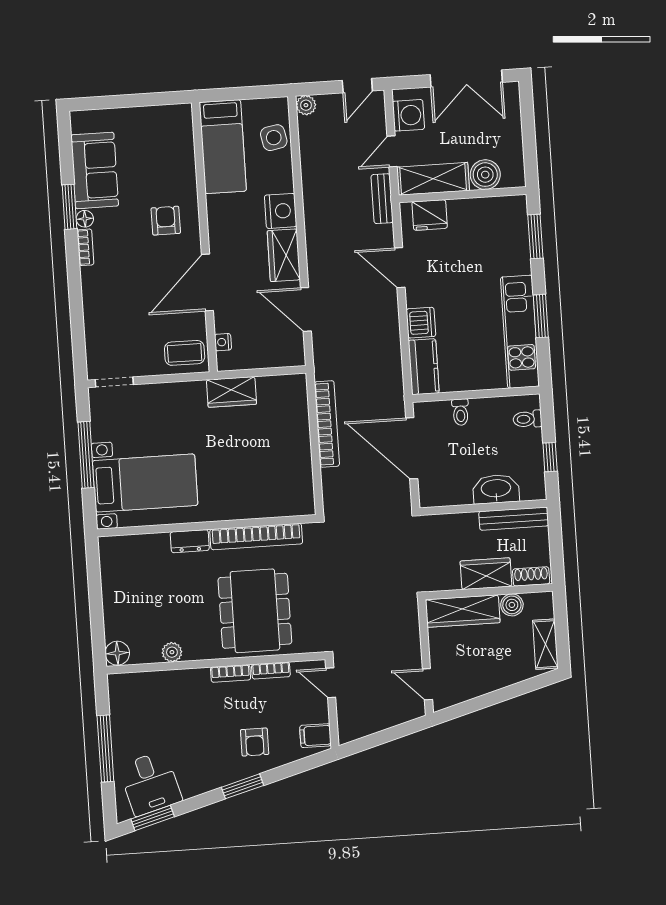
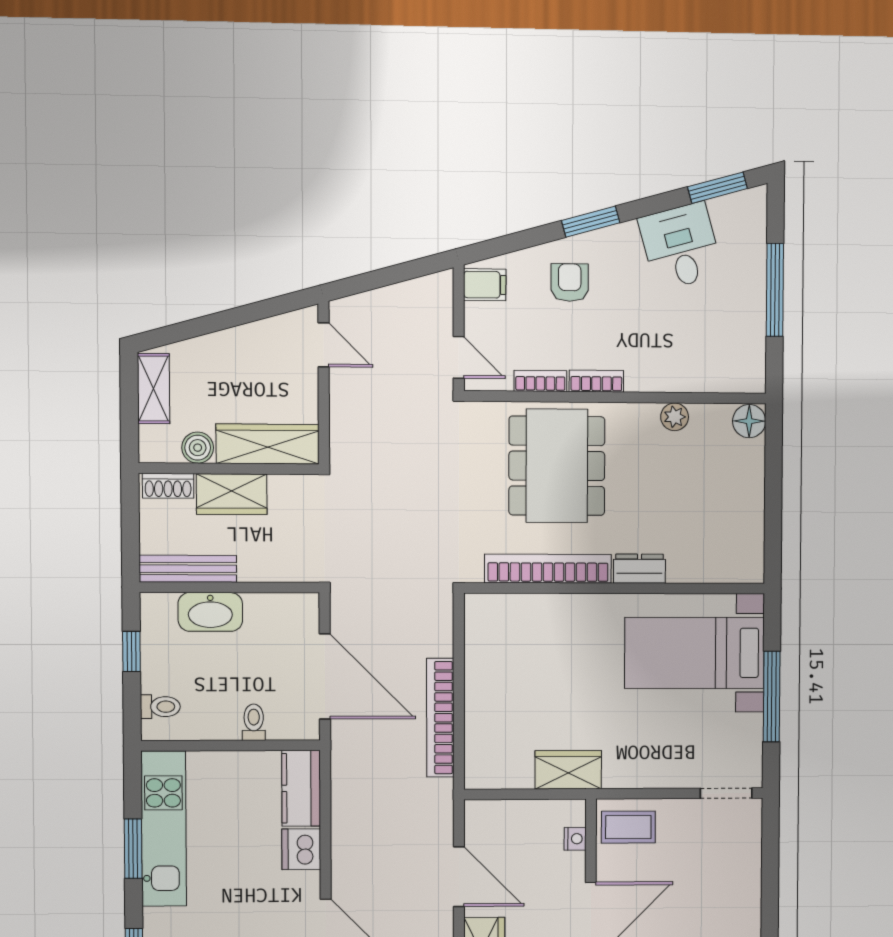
desk: (150, 783) -> (681, 246), moved

